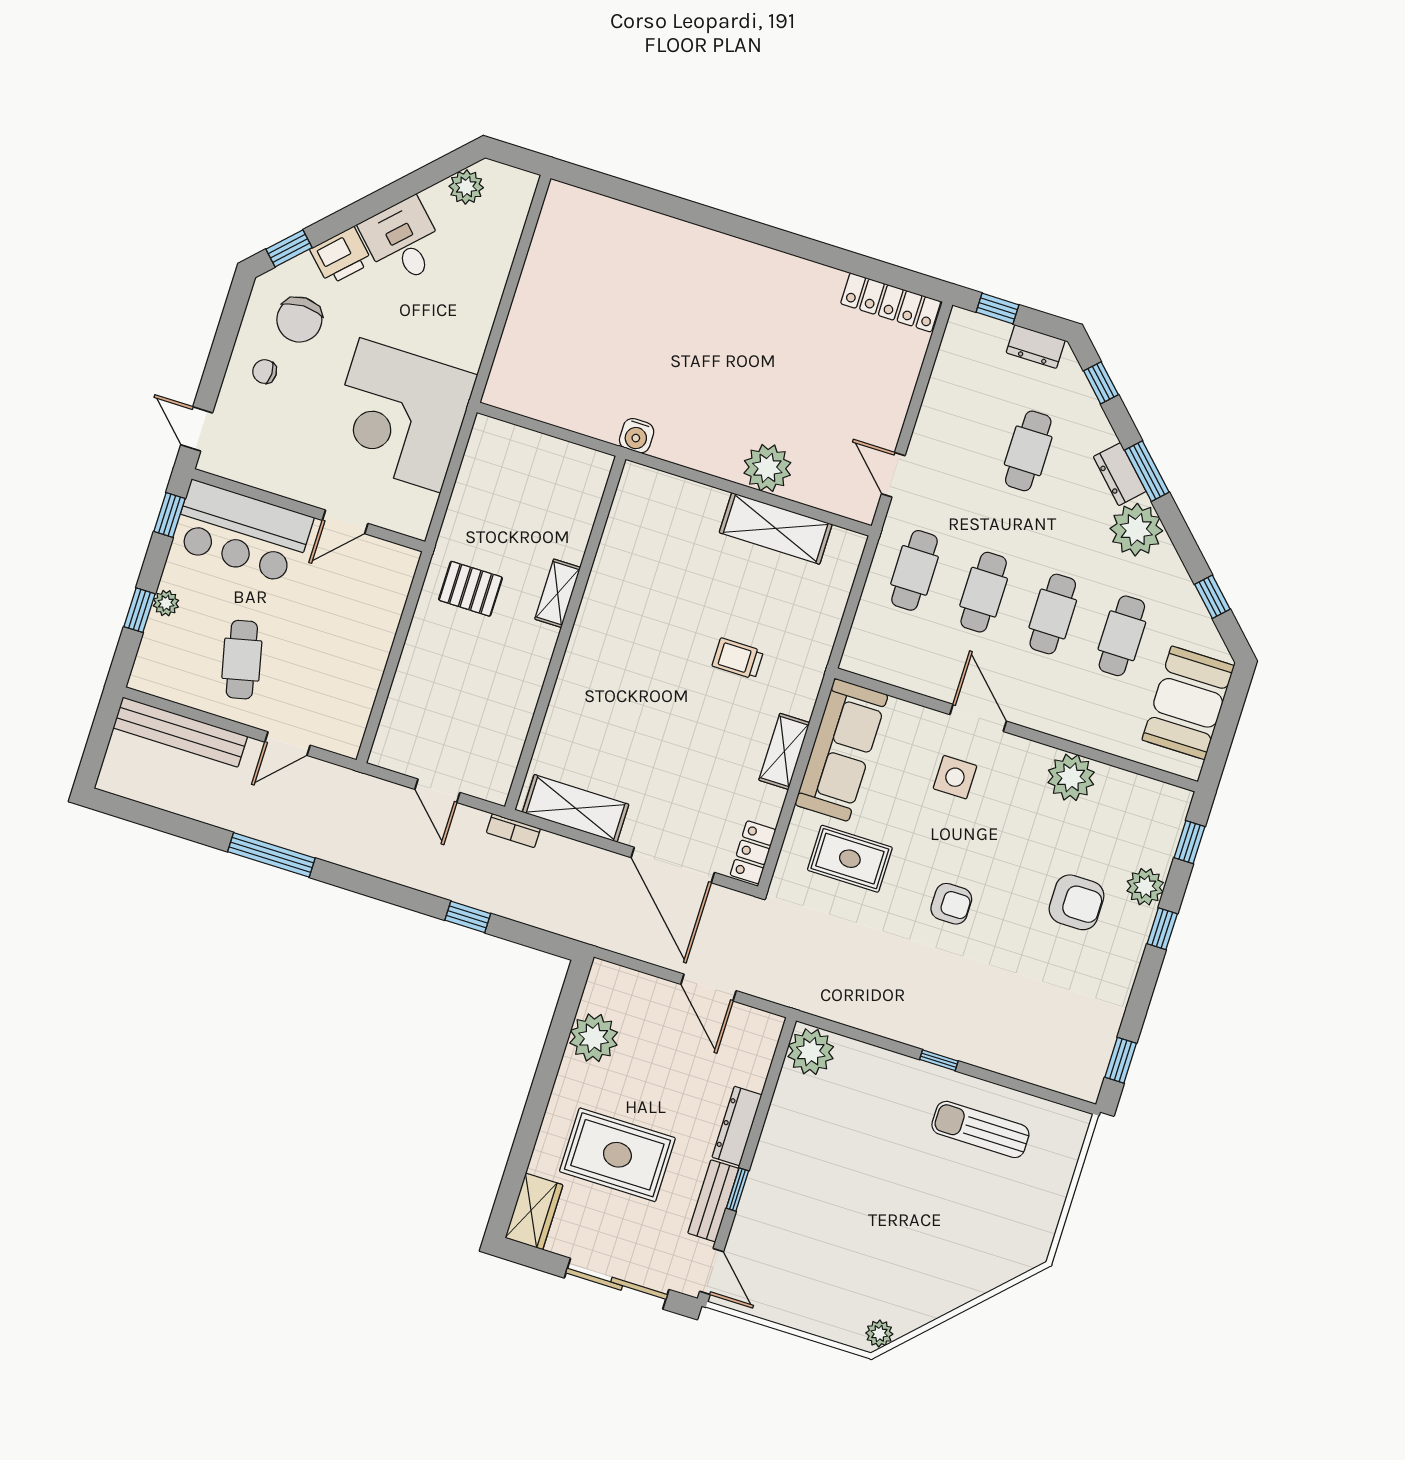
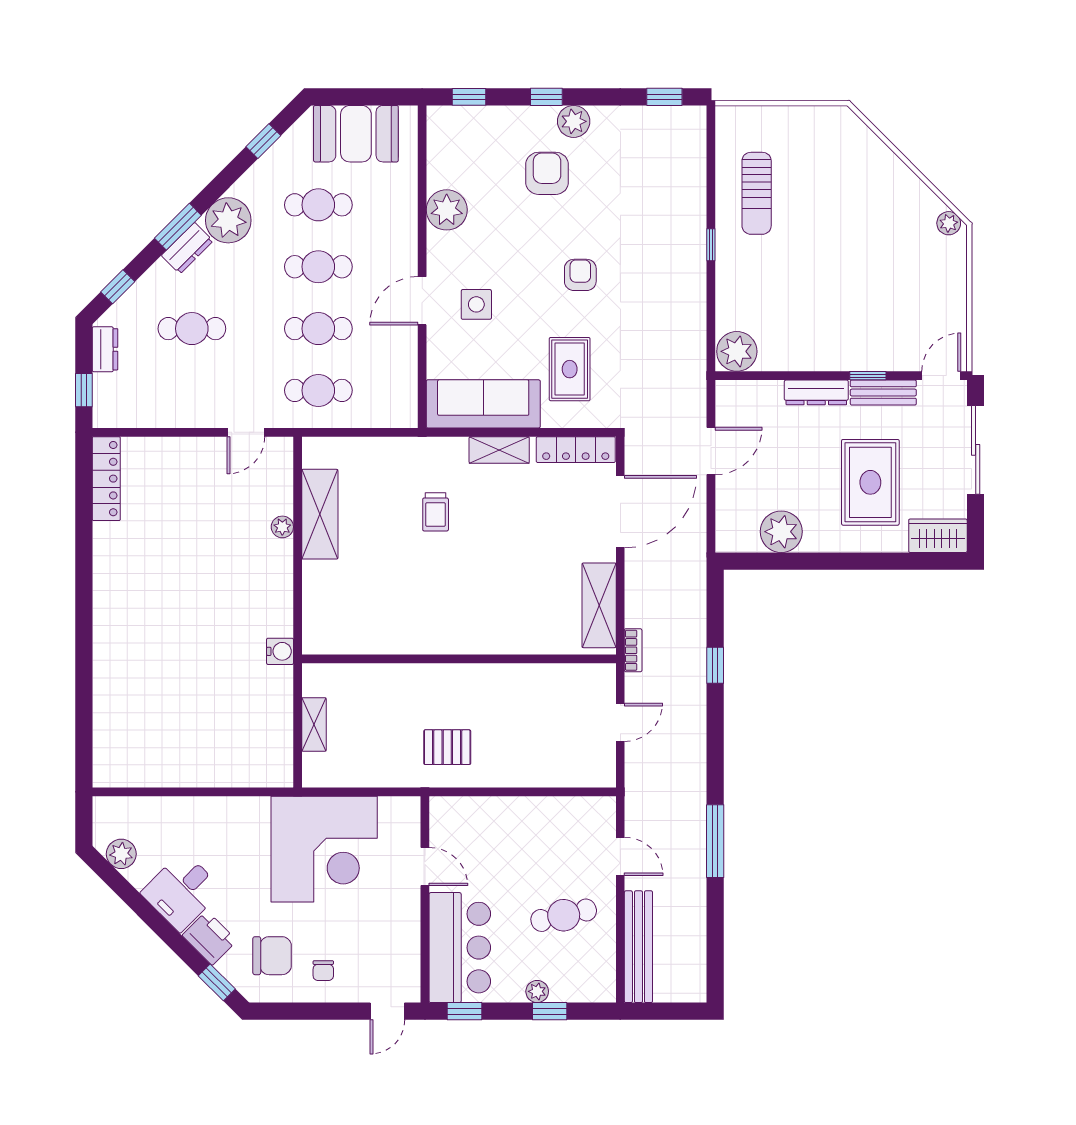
plant: (767, 468) -> (282, 527), width x0.53, depth x0.53
pallet: (471, 589) -> (447, 747), turned 90
shelving: (558, 593) -> (314, 724), moved, turned 90
locker: (753, 852) -> (576, 450), width x1.53
plant: (1145, 887) -> (574, 121), moved

